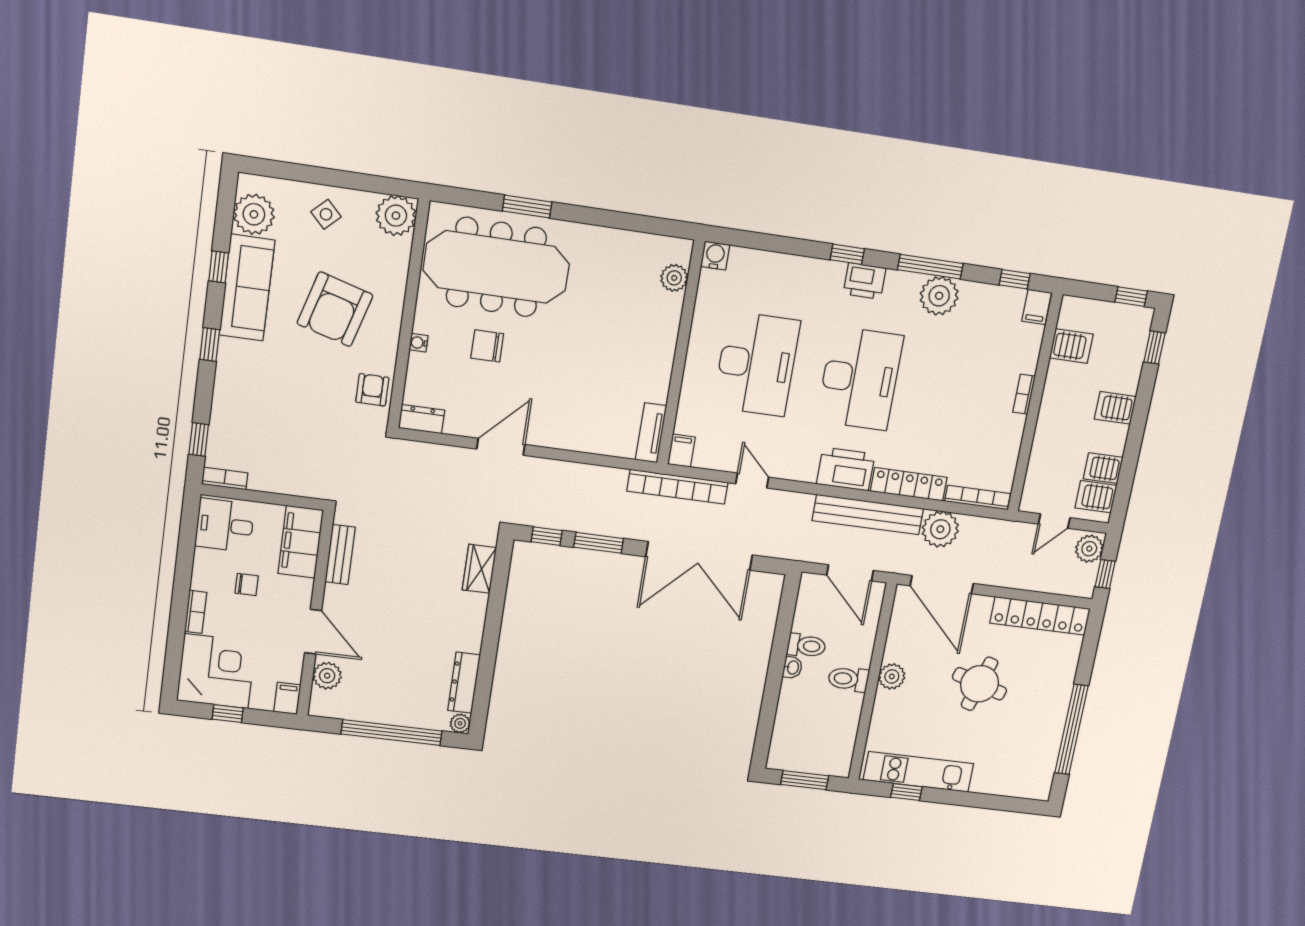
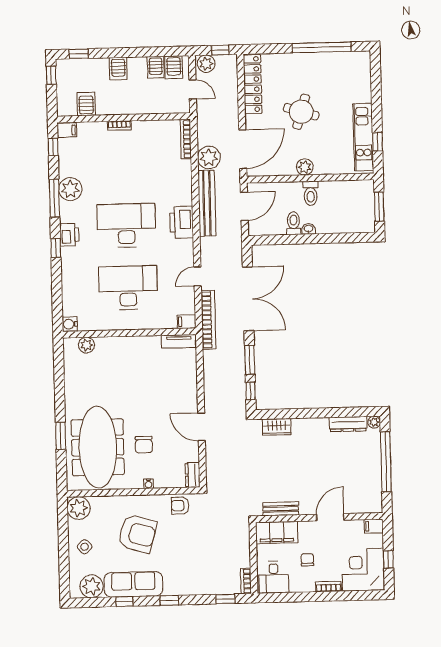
locker: (909, 484) -> (185, 183), removed
plant: (327, 676) -> (356, 505), removed

